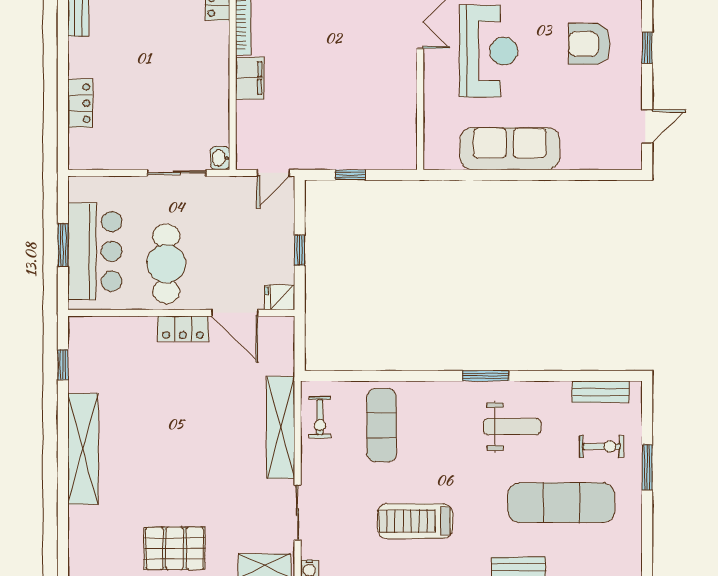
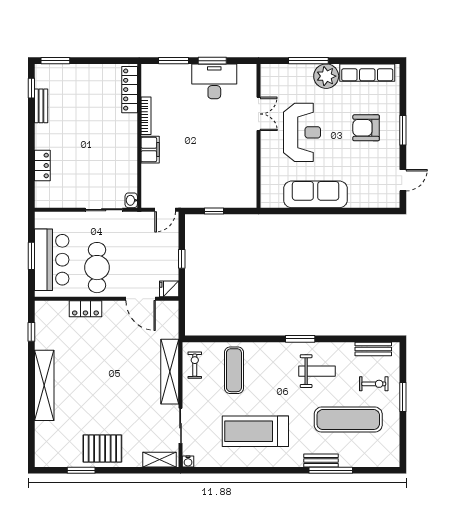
window: (647, 48) -> (403, 130), width x1.50
locker: (183, 329) -> (85, 309), moved
exercise bike: (320, 417) -> (195, 365), turned 180
treadmill: (415, 521) -> (255, 431), width x1.37, depth x1.38

